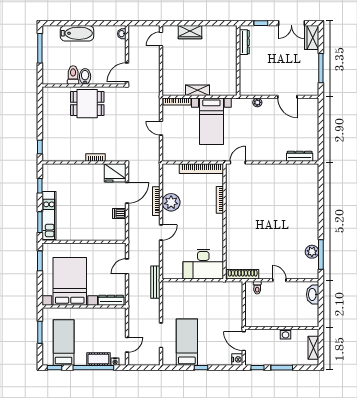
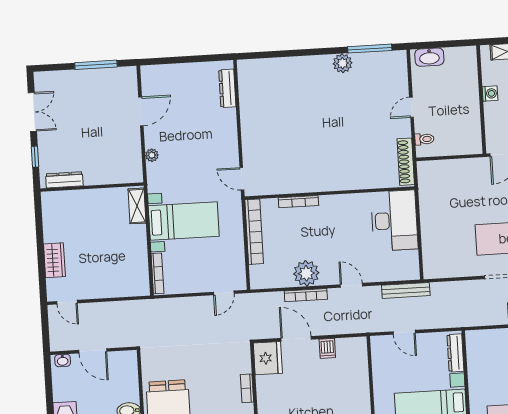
wardrobe: (312, 37) -> (52, 81), removed
door: (127, 72) -> (93, 351), moved
shelving: (198, 90) -> (137, 206), moved
door: (161, 128) -> (224, 293), moved
plant: (312, 252) -> (343, 63), moved
bench: (155, 282) -> (406, 290), moved

